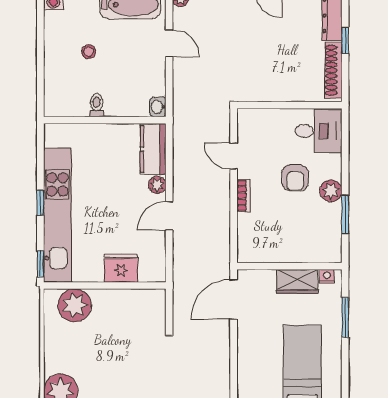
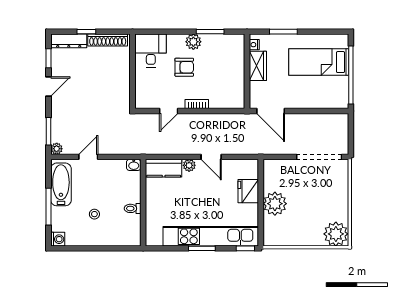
window: (40, 203) -> (202, 248), width x1.50
plant: (75, 305) -> (275, 204), moved

